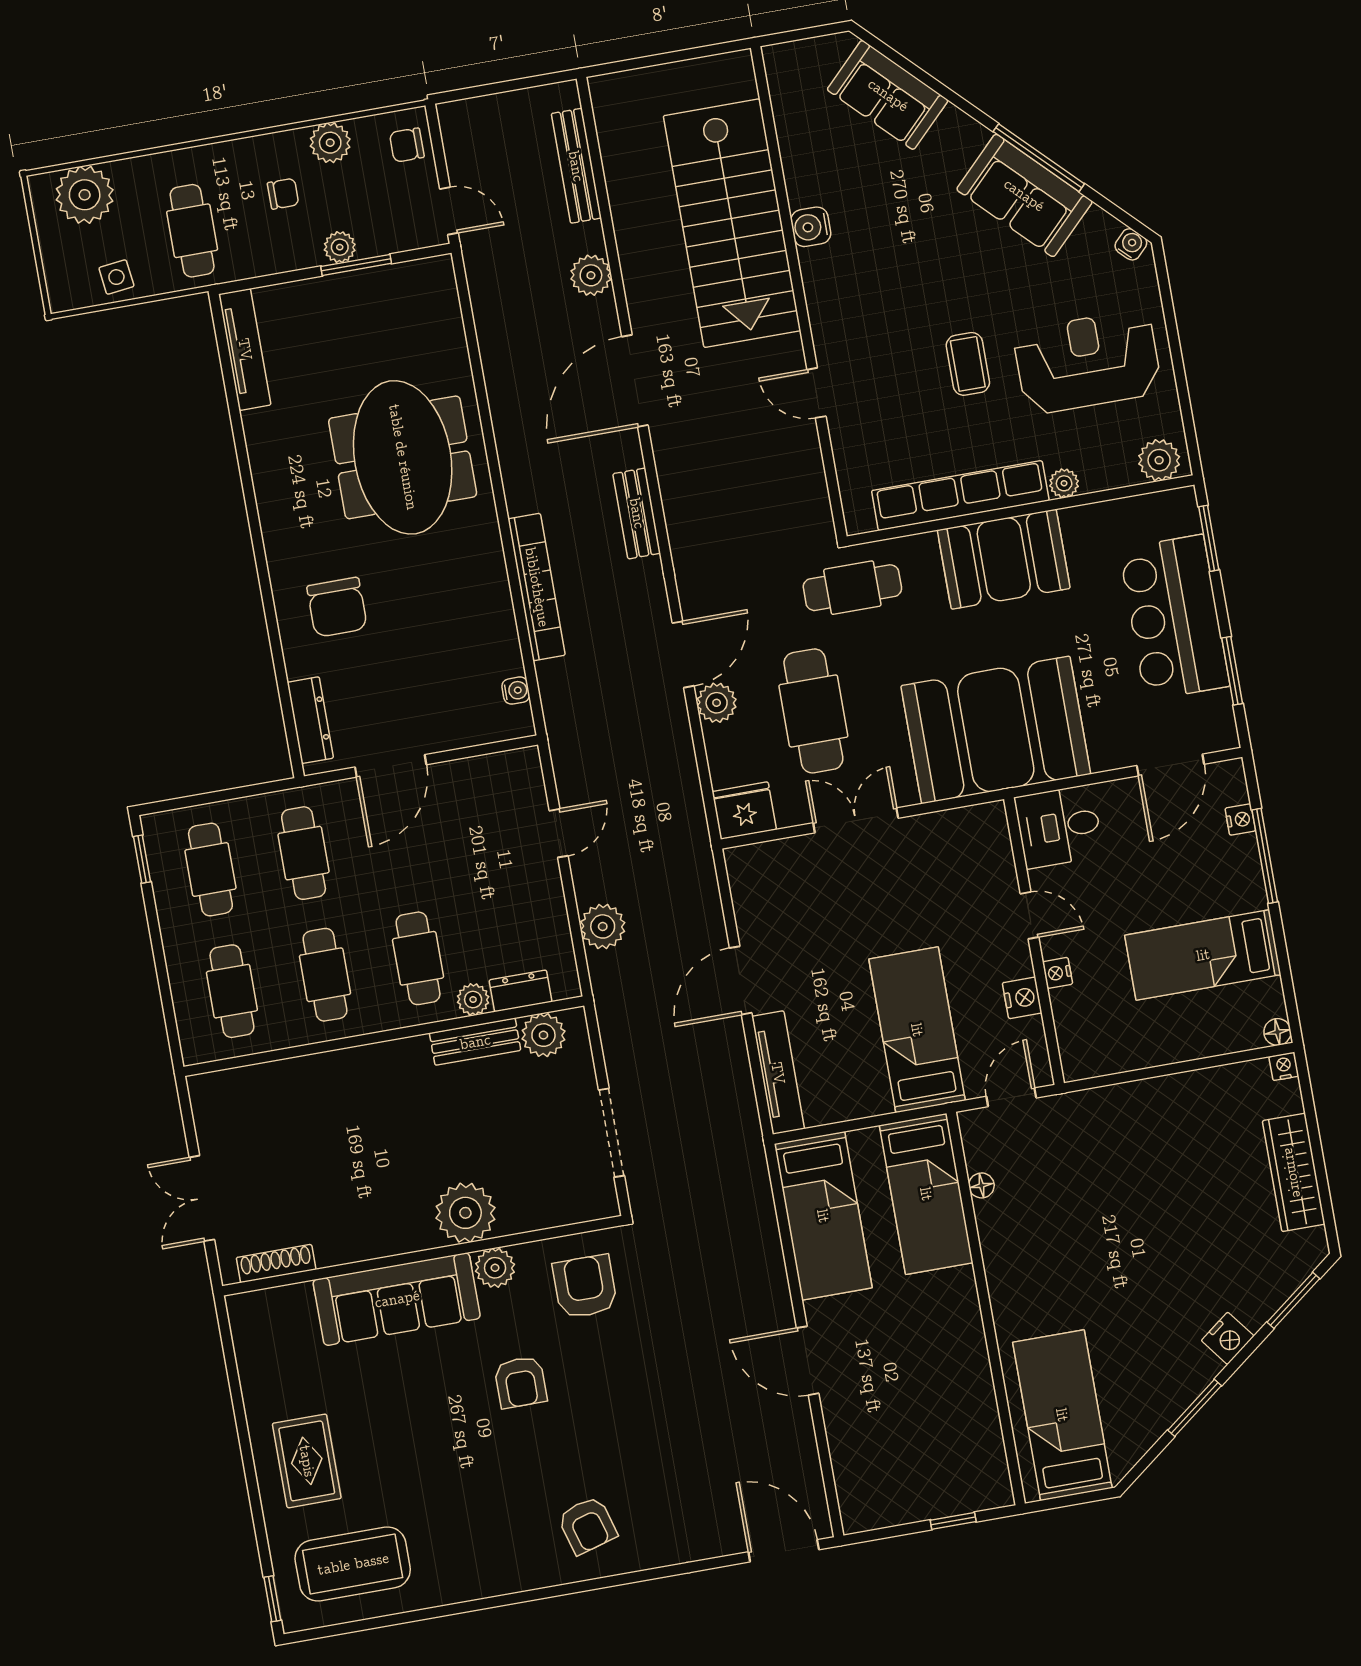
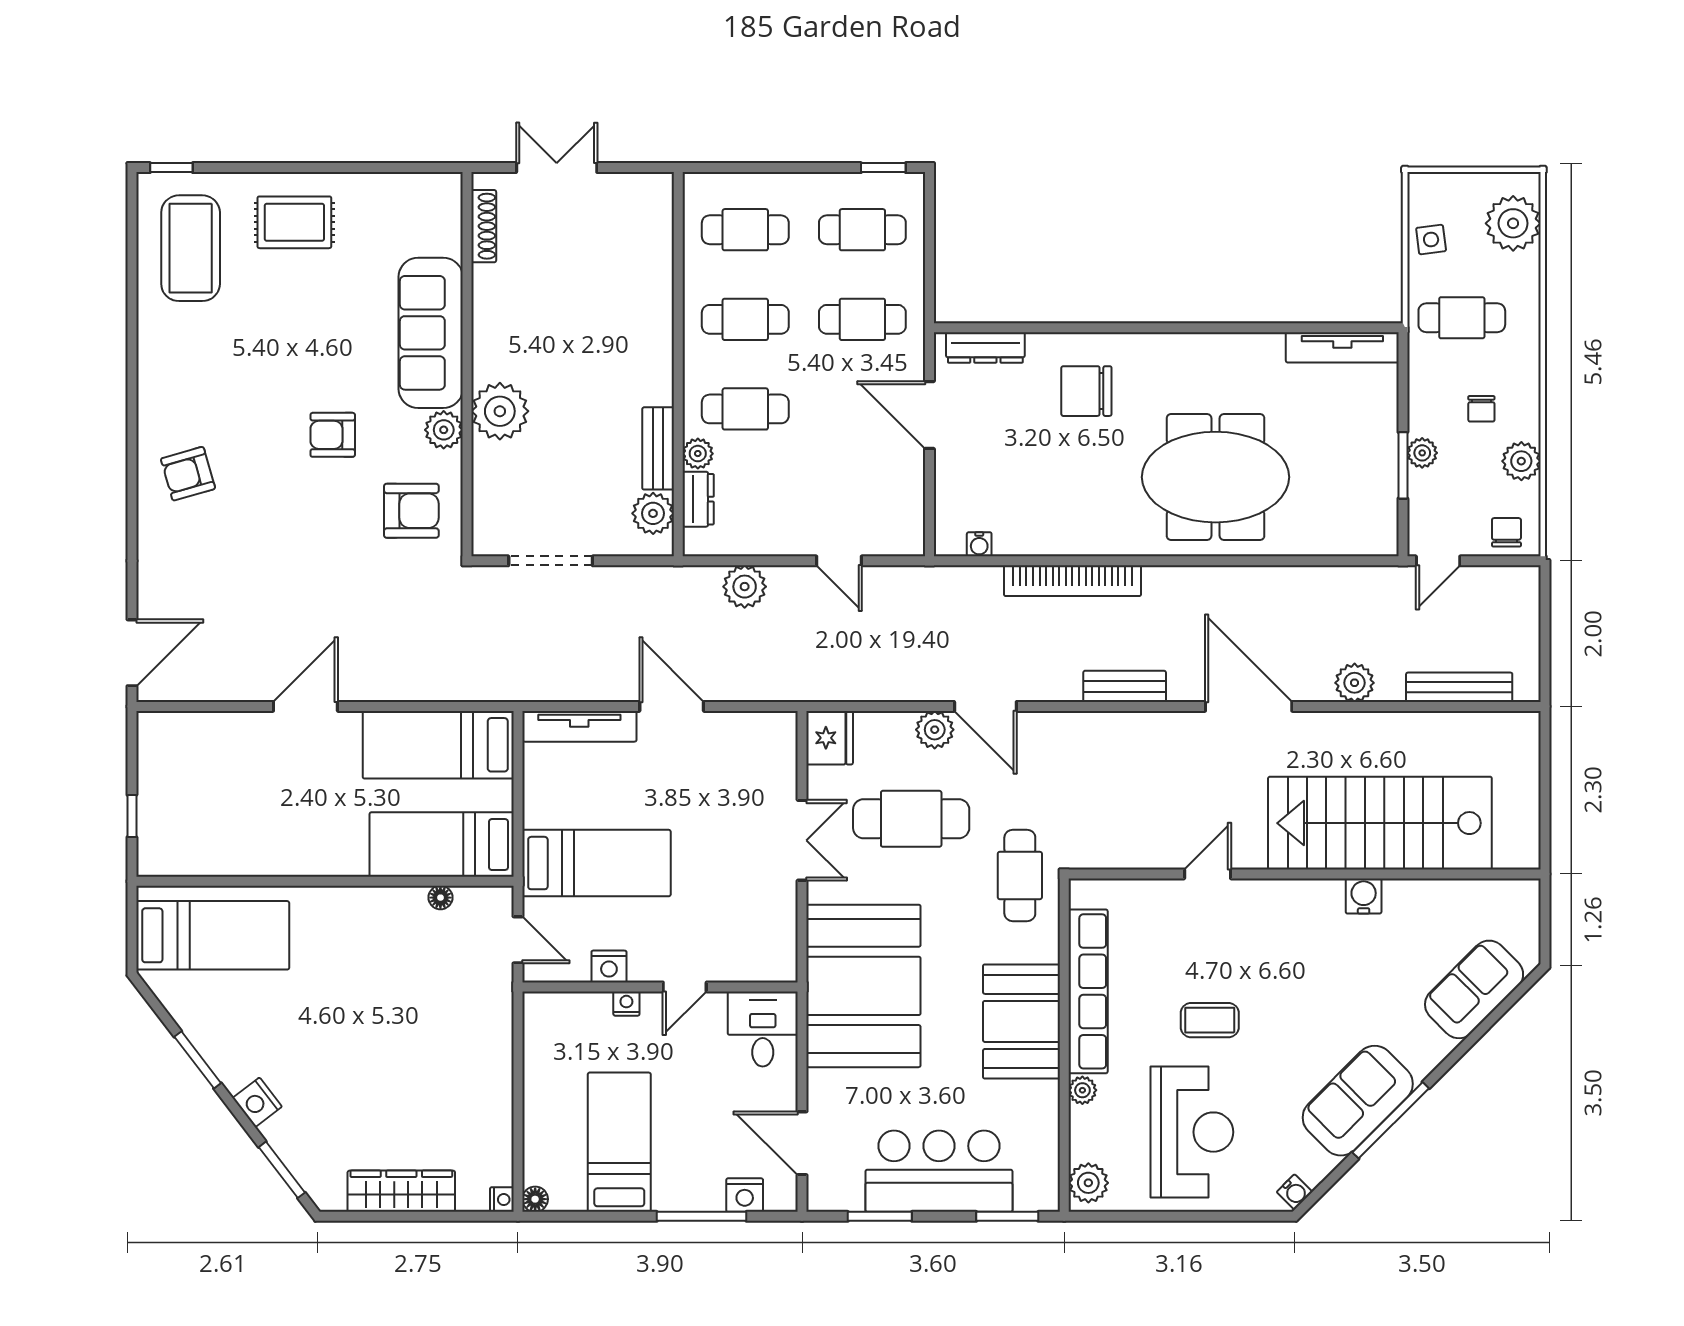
nightstand: (1240, 820) -> (745, 1195), width x1.39, depth x1.35

